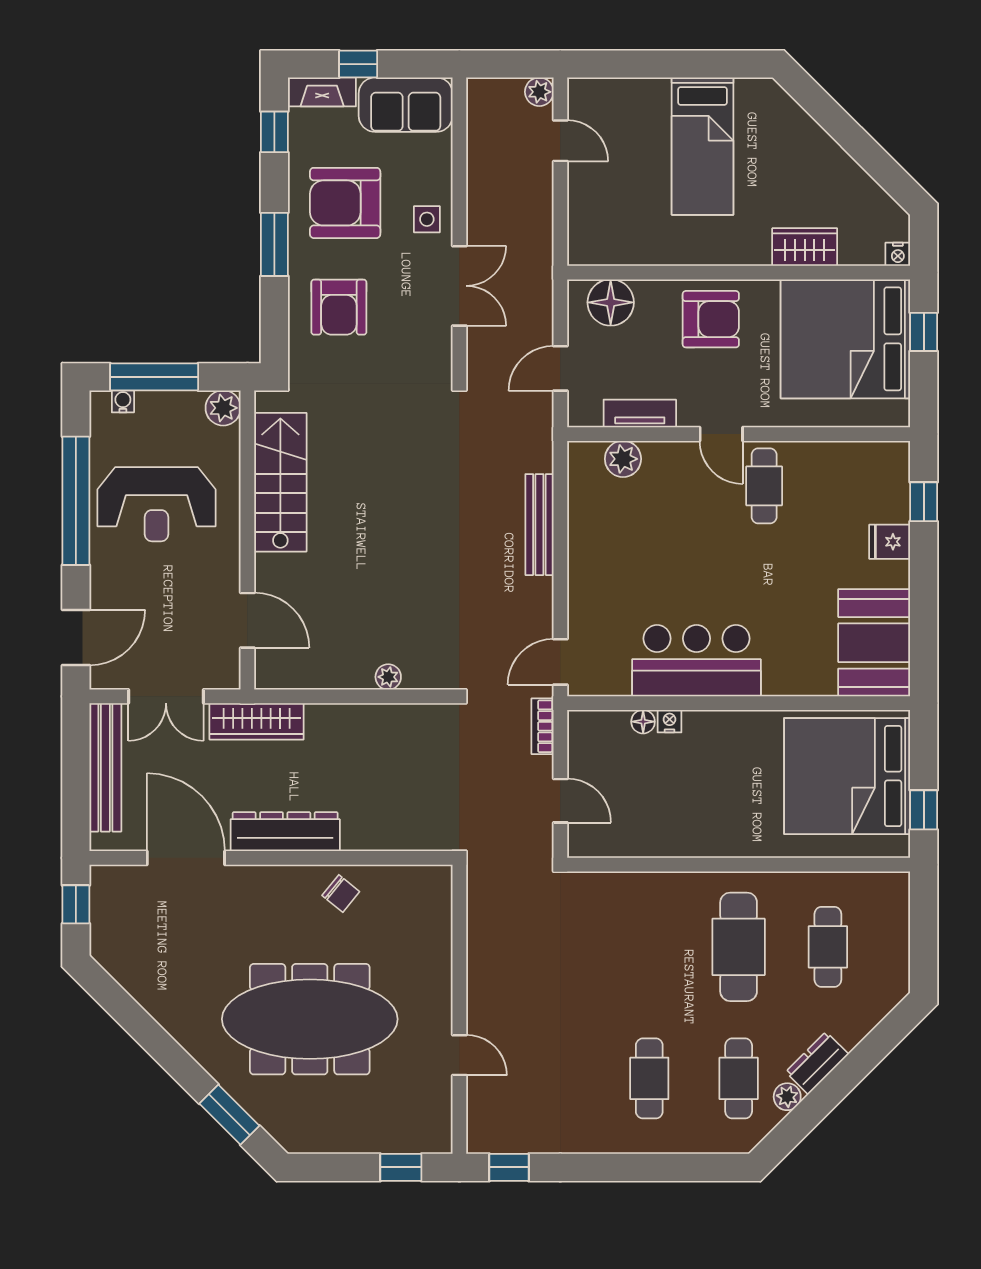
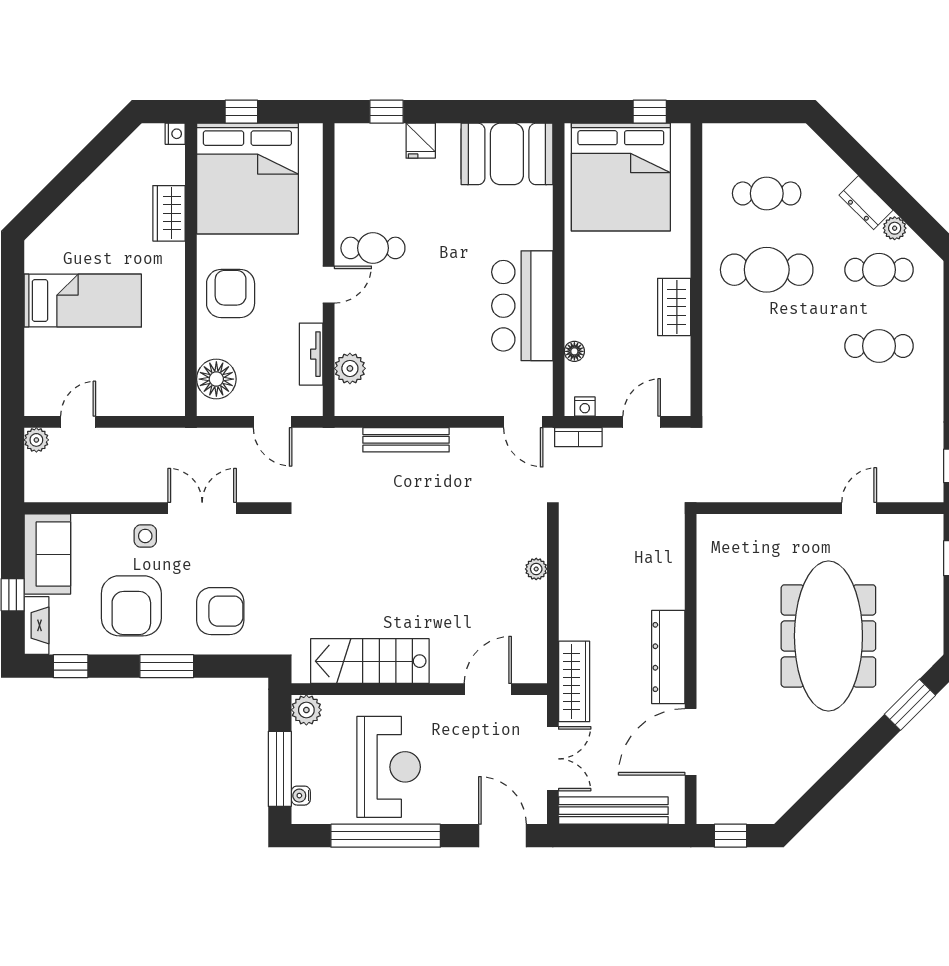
nightstand: (669, 721) -> (585, 407), moved, turned -90
wardrobe: (695, 838) -> (674, 307), added
chair: (341, 893) -> (721, 610), removed

